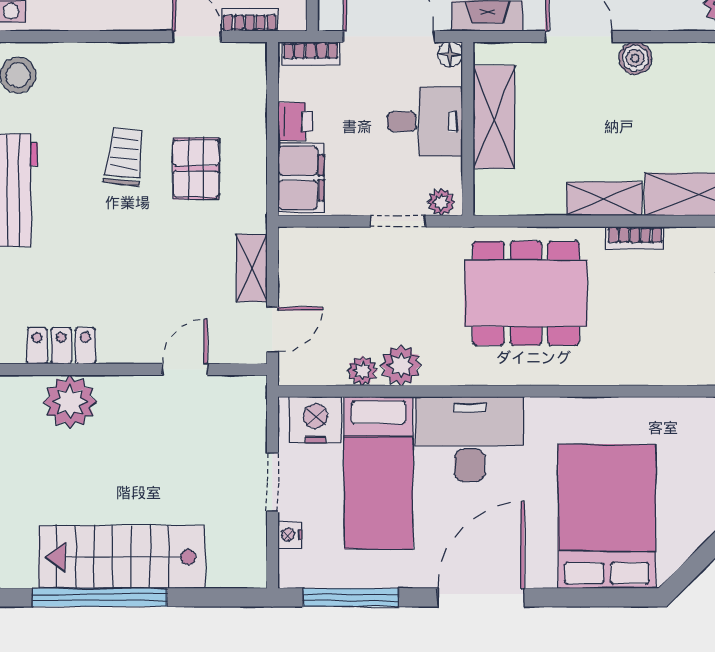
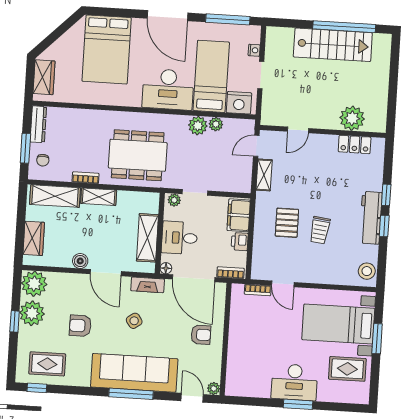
door: (481, 597) -> (167, 16), hinge flipped

